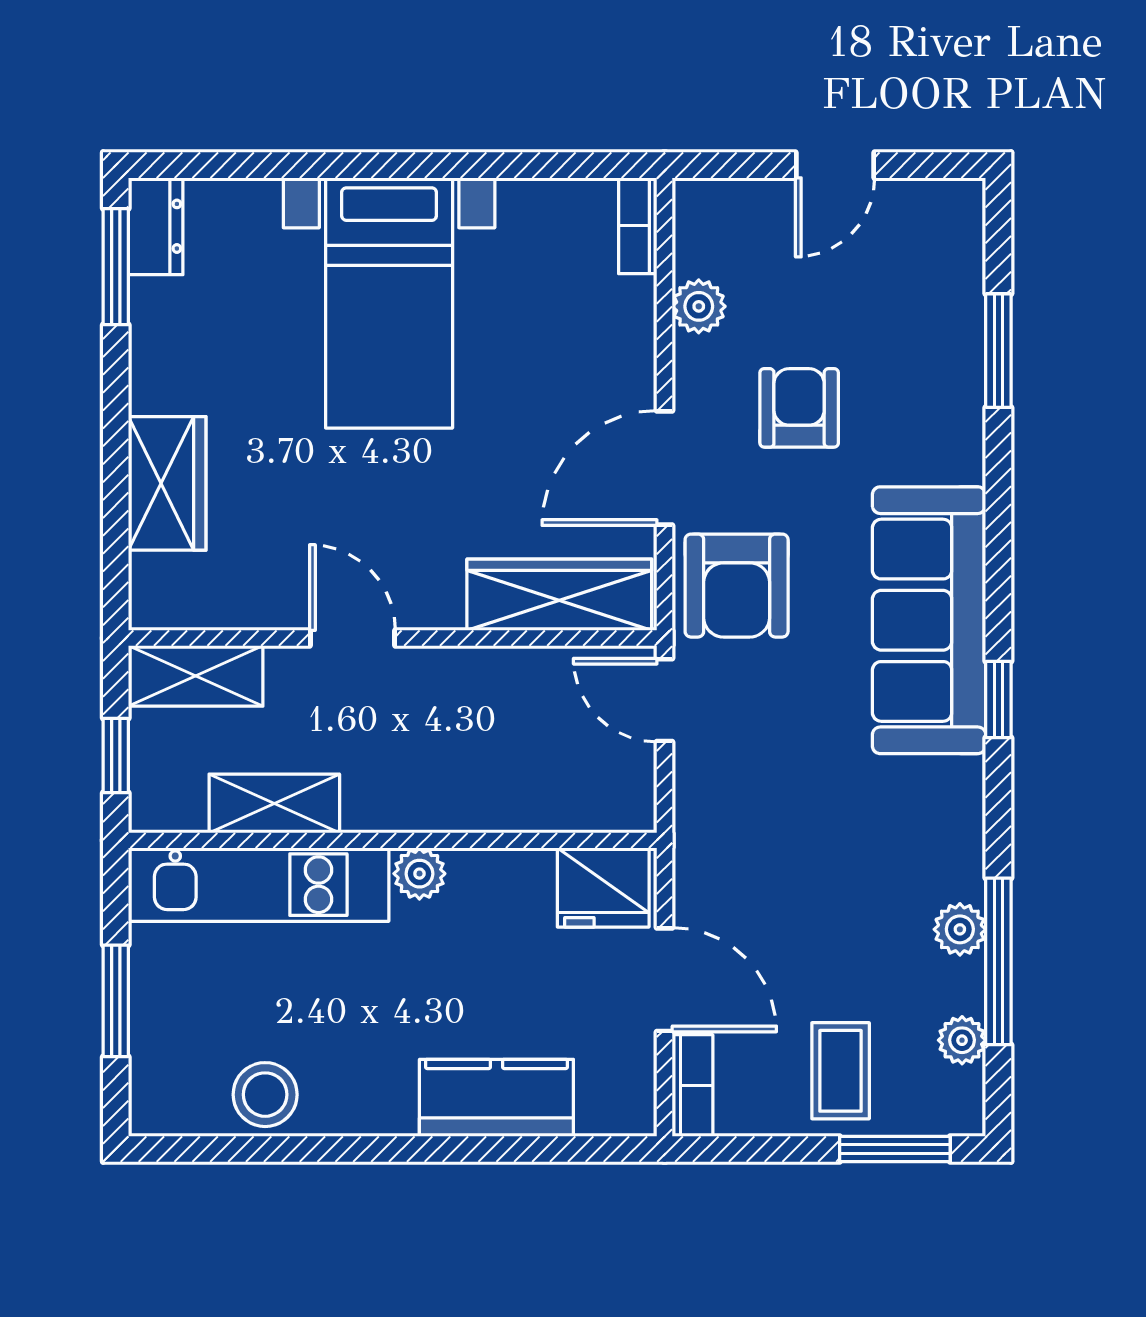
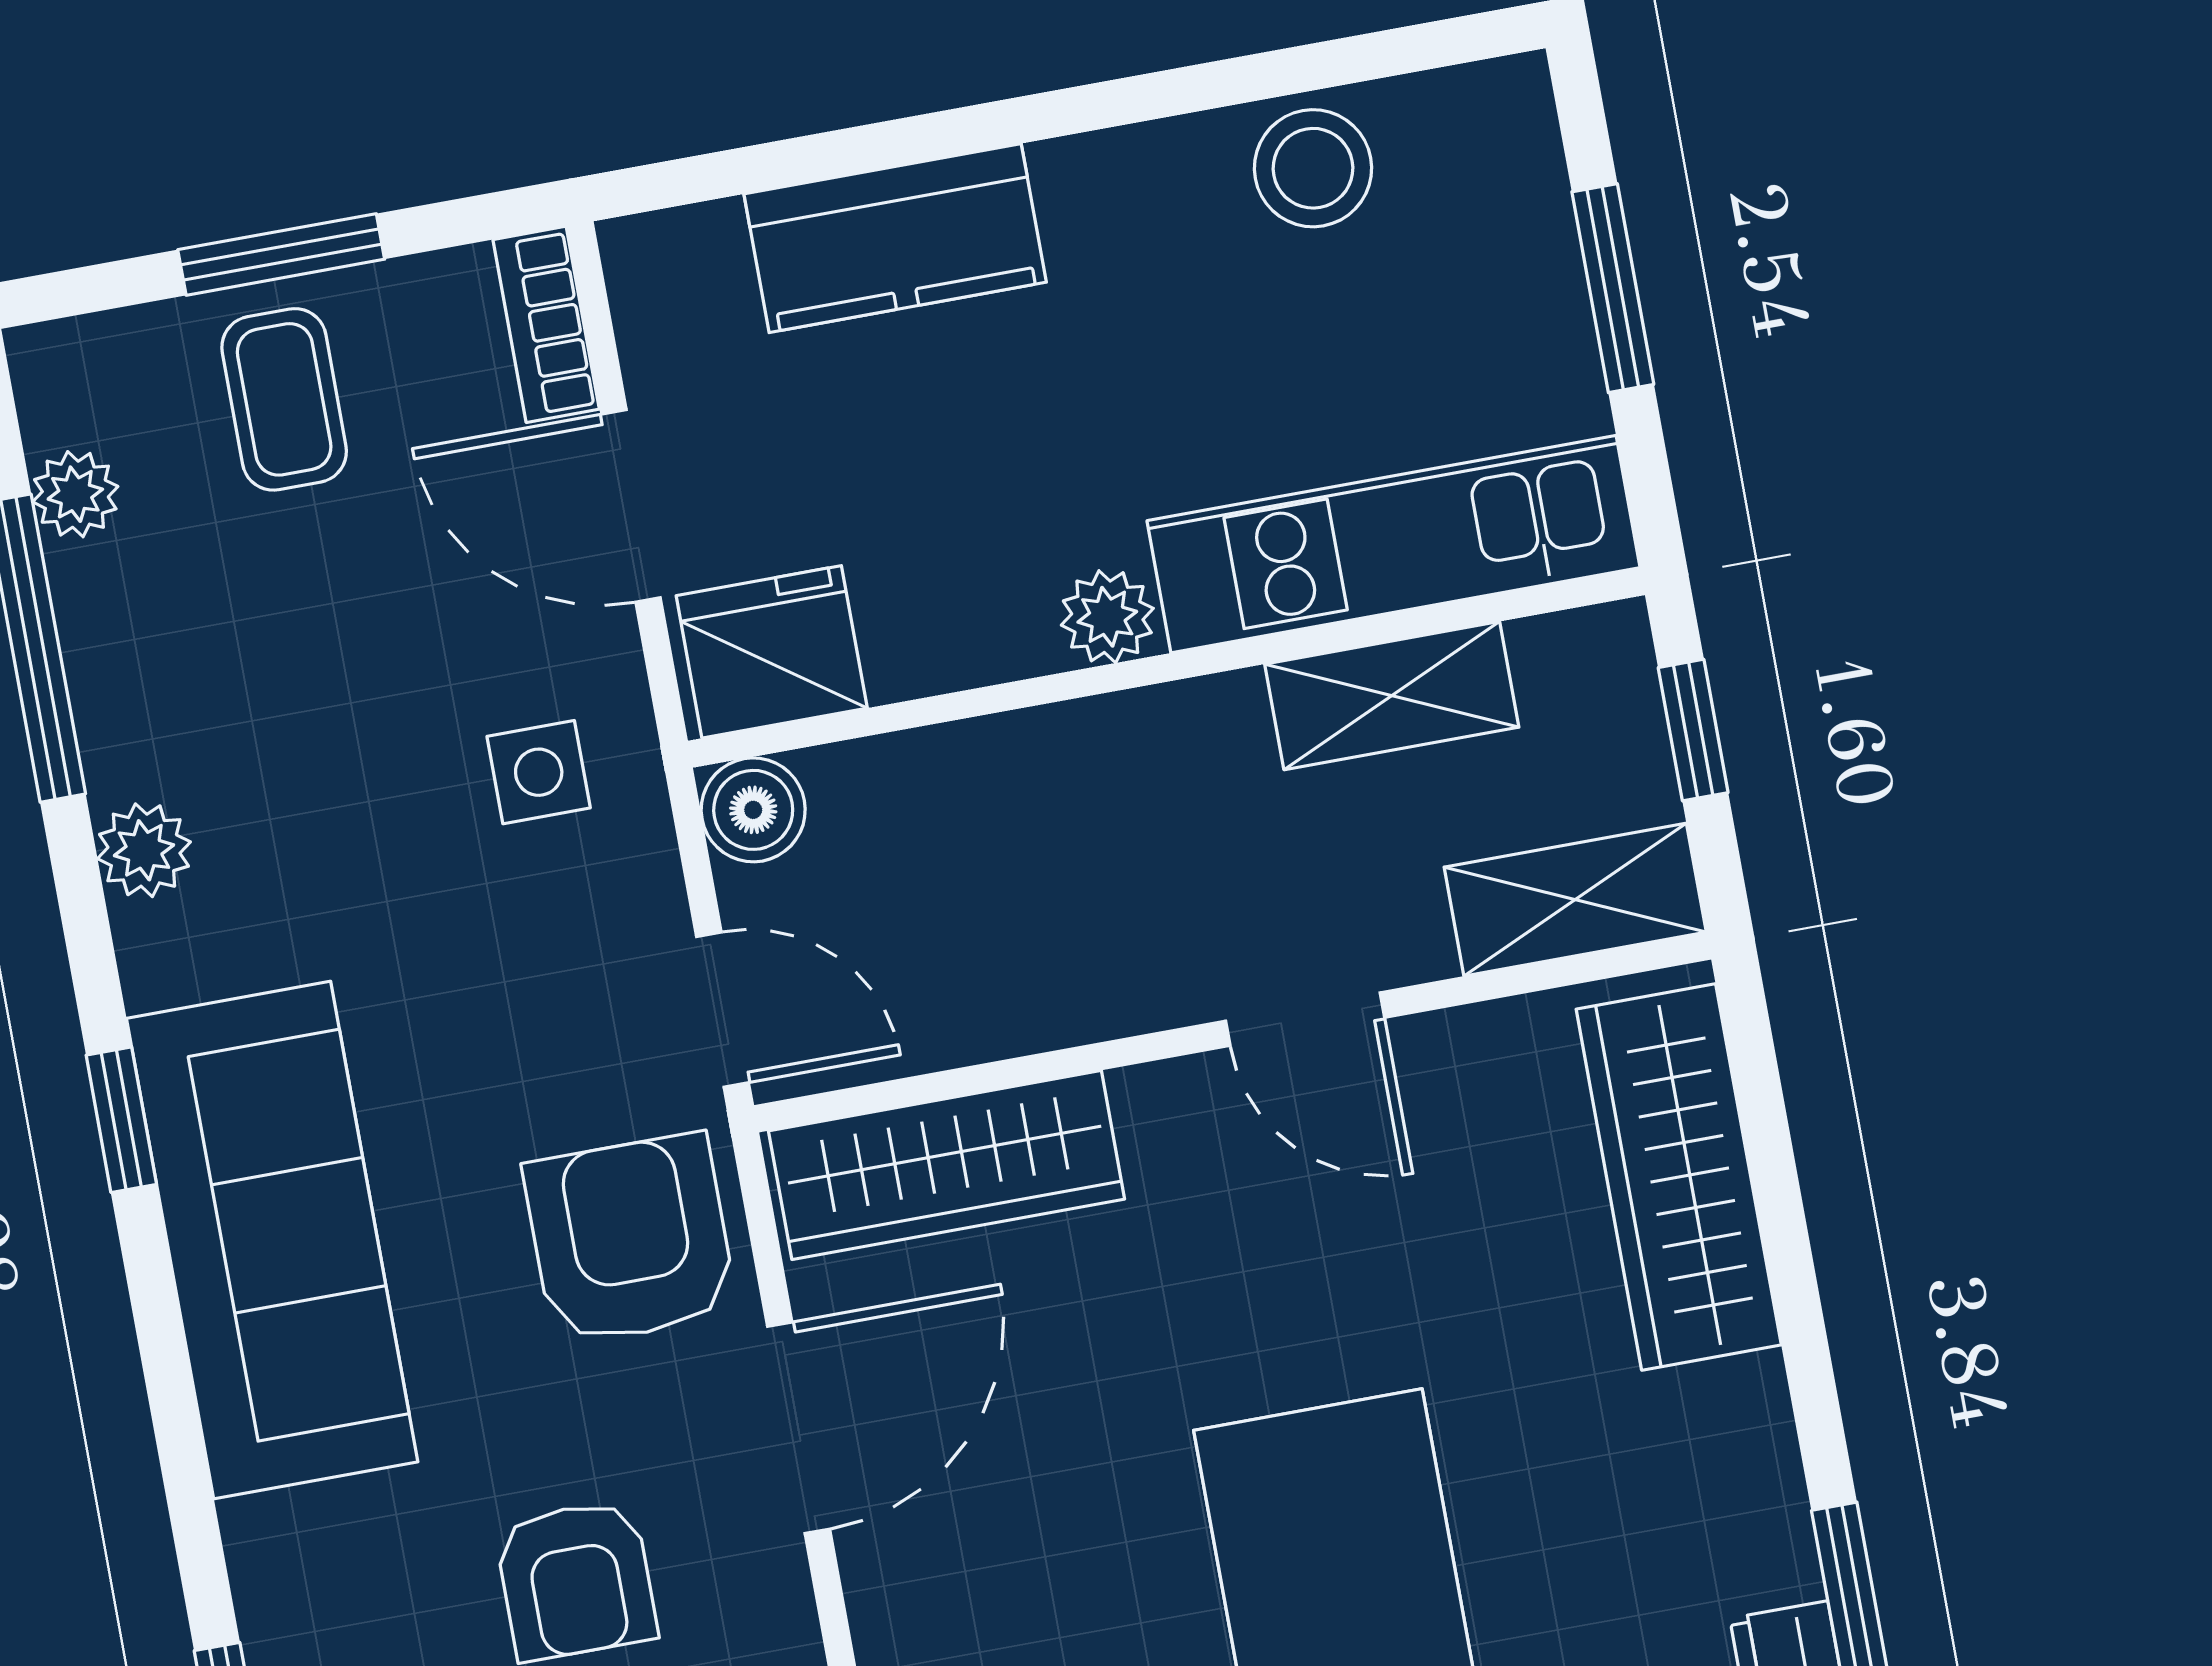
wardrobe: (167, 483) -> (1679, 1177), width x1.50
boiler: (629, 804) -> (753, 810), added
side table: (740, 846) -> (539, 772), added
plant: (960, 929) -> (144, 850), moved
window: (895, 1149) -> (281, 254), moved

